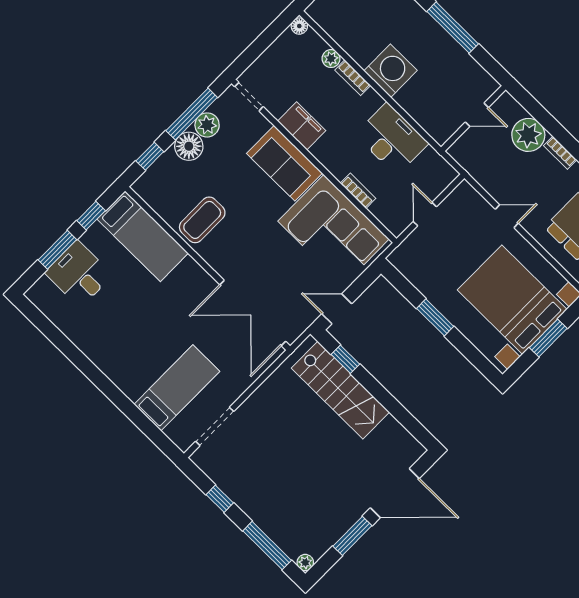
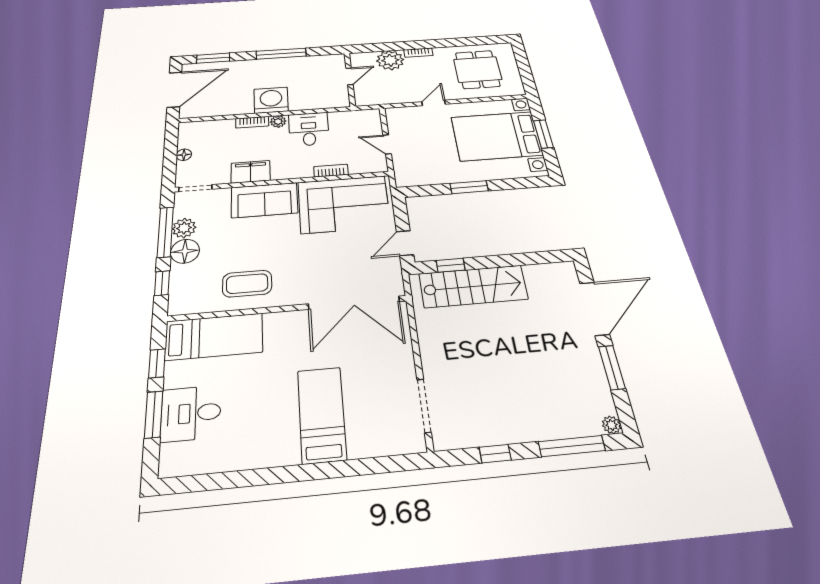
floor lamp: (299, 26) -> (184, 155), moved
plant: (331, 59) -> (278, 122), moved
desk: (392, 139) -> (309, 129), width x0.73
coffee table: (202, 220) -> (247, 284), turned 90
bed: (177, 388) -> (322, 414), moved

